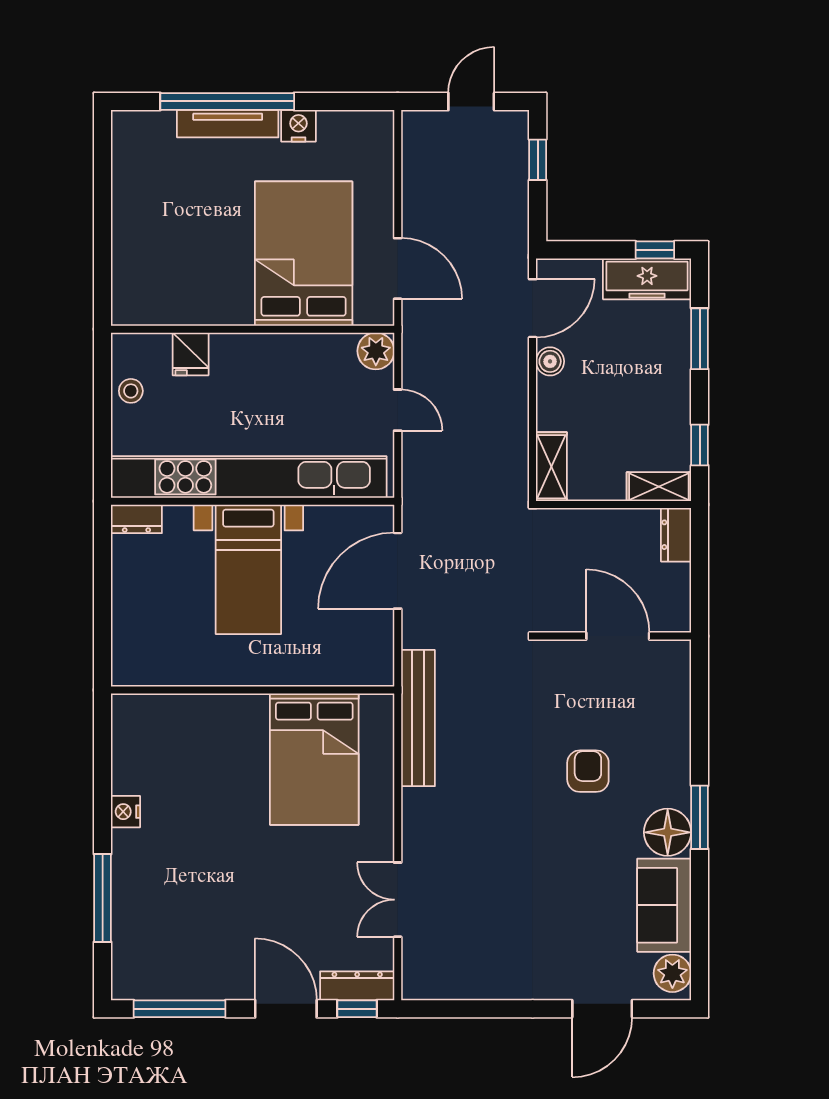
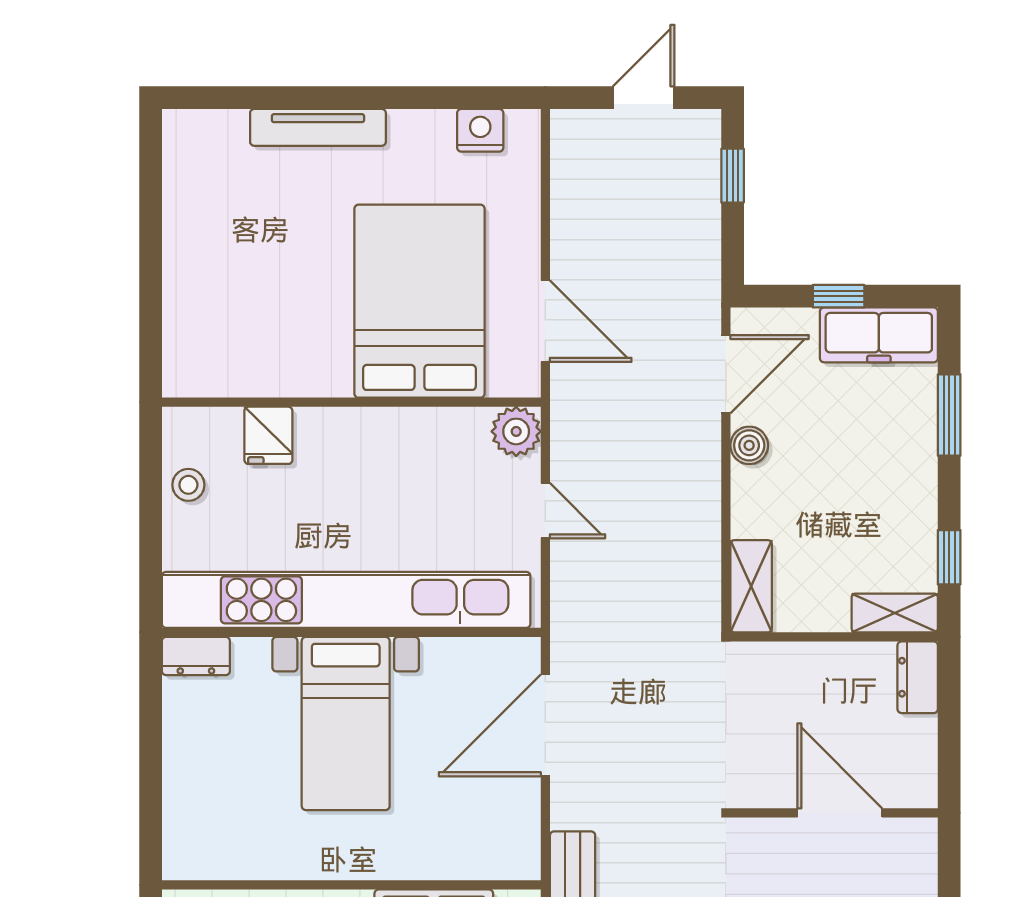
window: (227, 101) -> (317, 98), removed
nightstand: (298, 126) -> (480, 130), moved
window: (655, 250) -> (839, 296), moved

